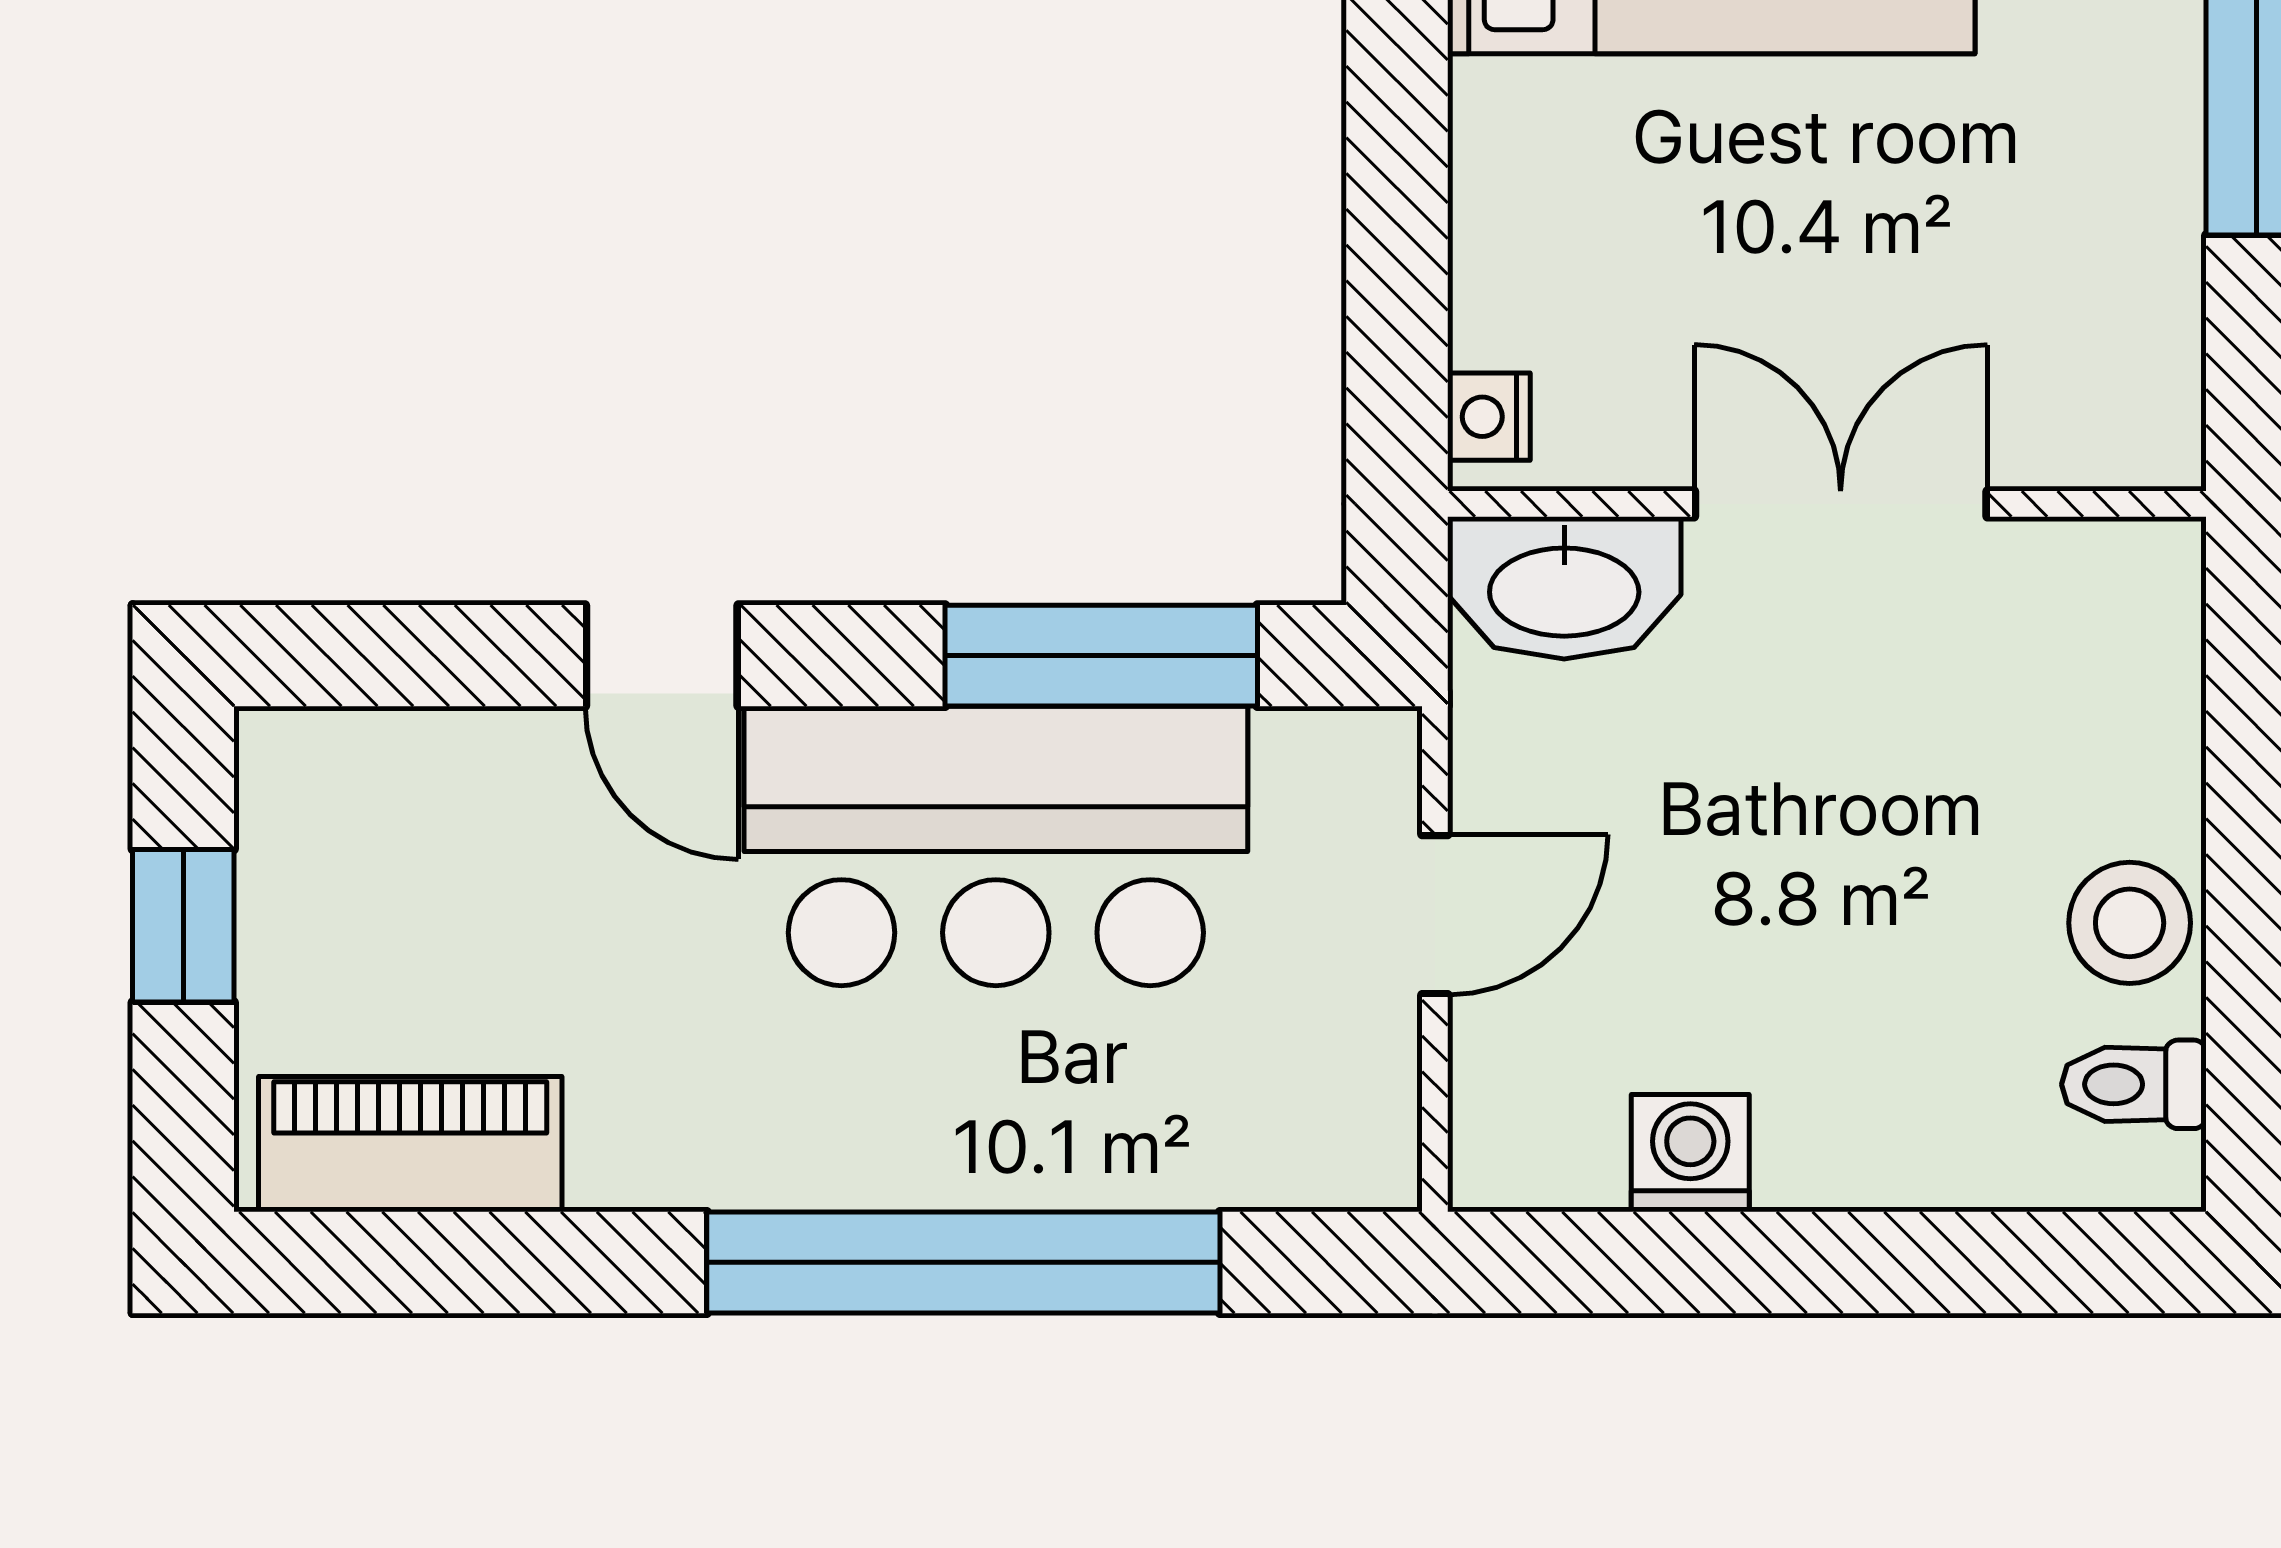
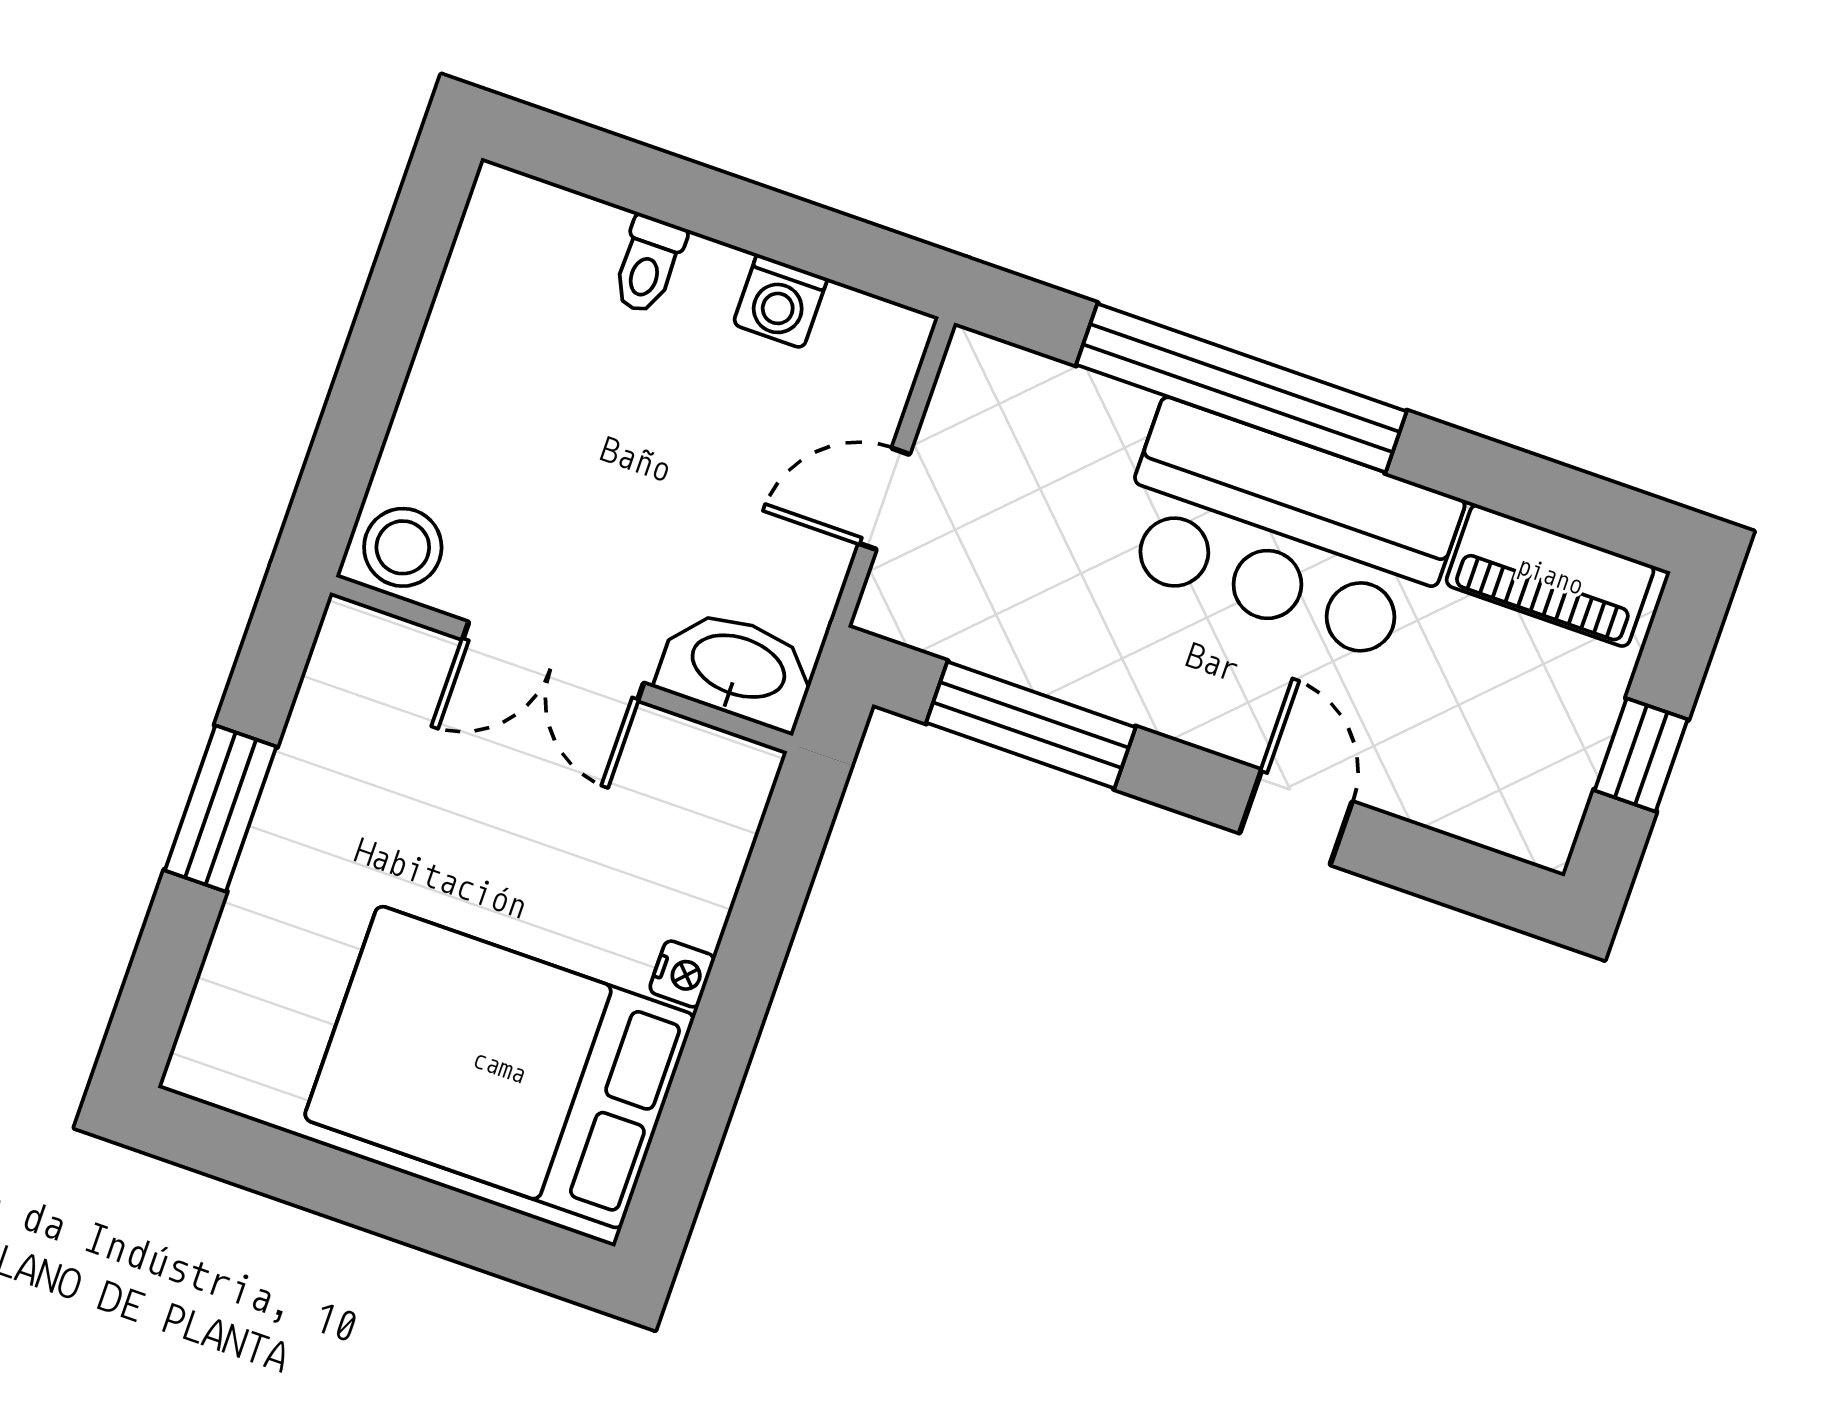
nightstand: (1489, 417) -> (682, 974), moved
bar counter: (996, 846) -> (1286, 532), moved, turned 180
stool: (2130, 923) -> (403, 547), moved
toilet: (2134, 1084) -> (648, 265), moved, turned 90

